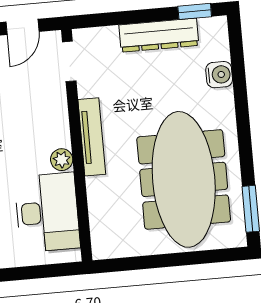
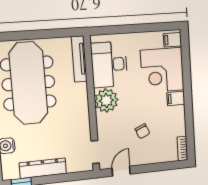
tv unit: (92, 137) -> (79, 59), moved
plant: (62, 160) -> (106, 100), width x1.87, depth x1.87

